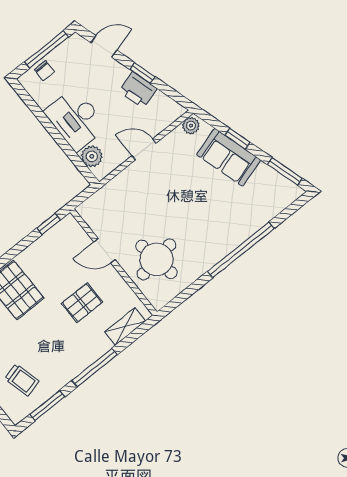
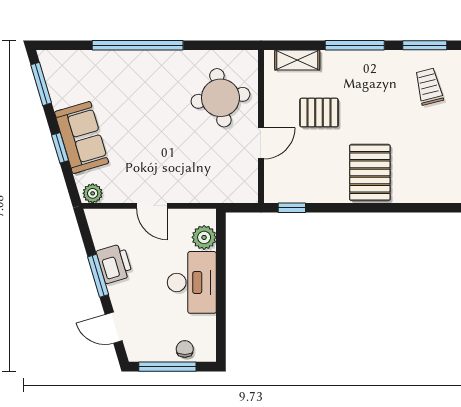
window: (142, 73) -> (98, 276), width x1.50
door: (104, 251) -> (261, 143), hinge flipped

